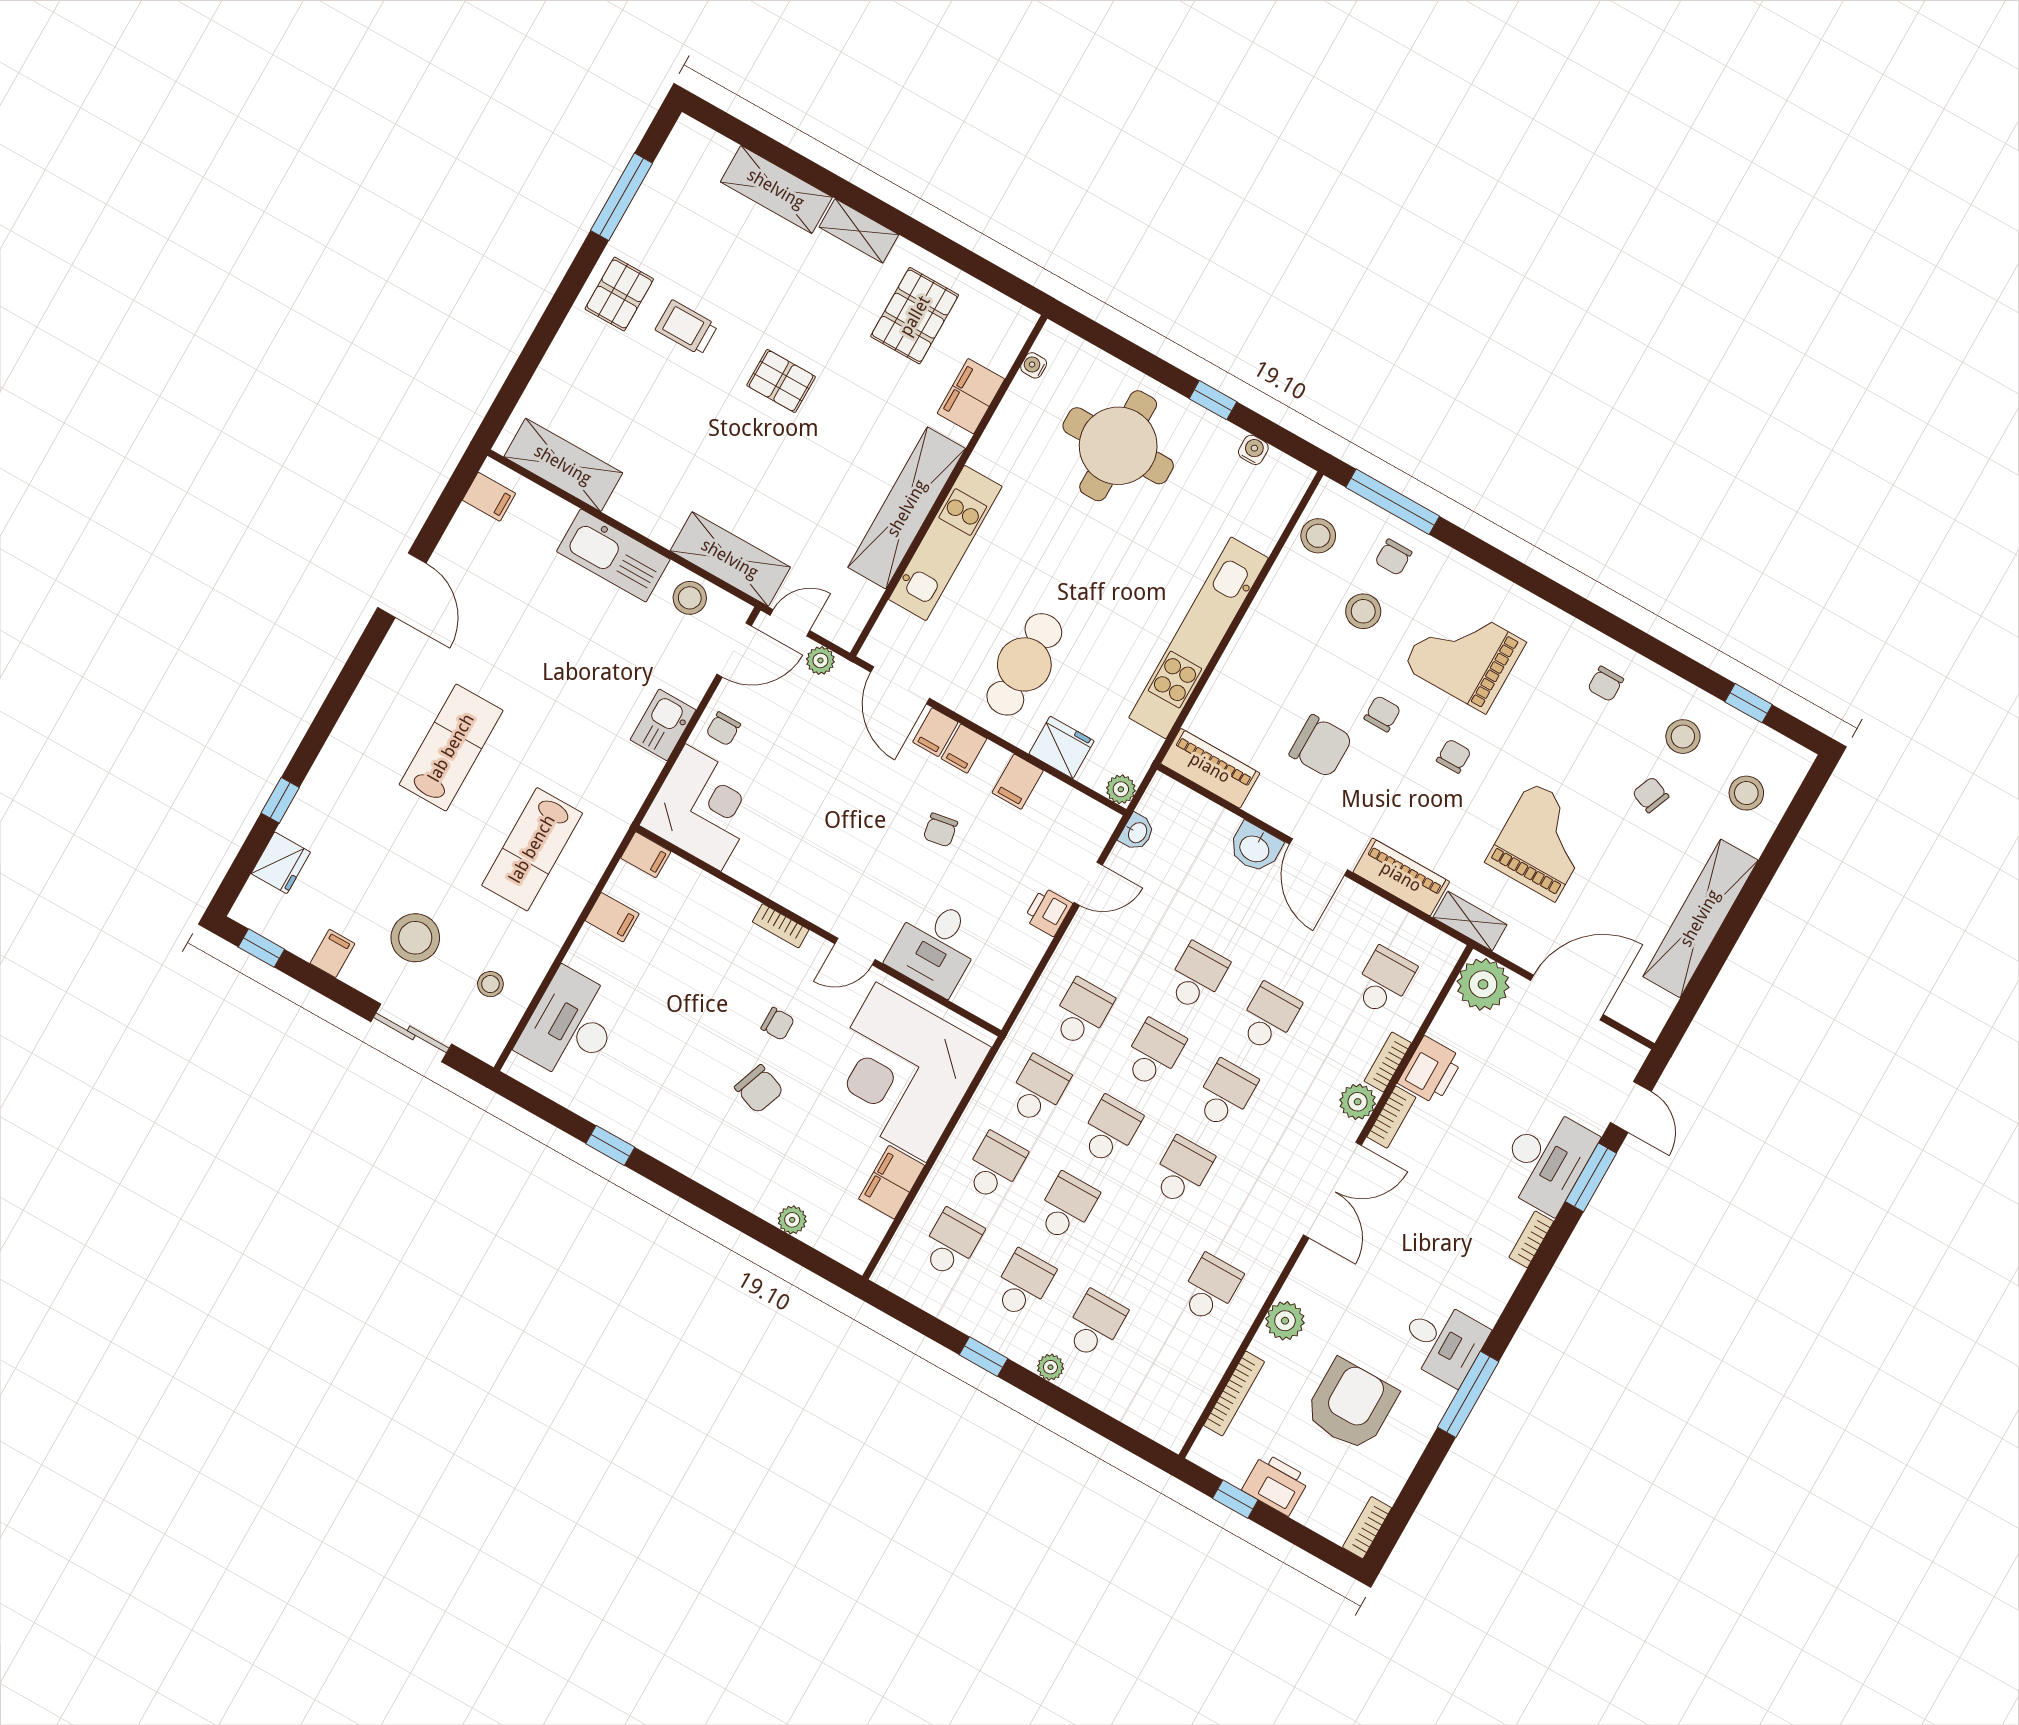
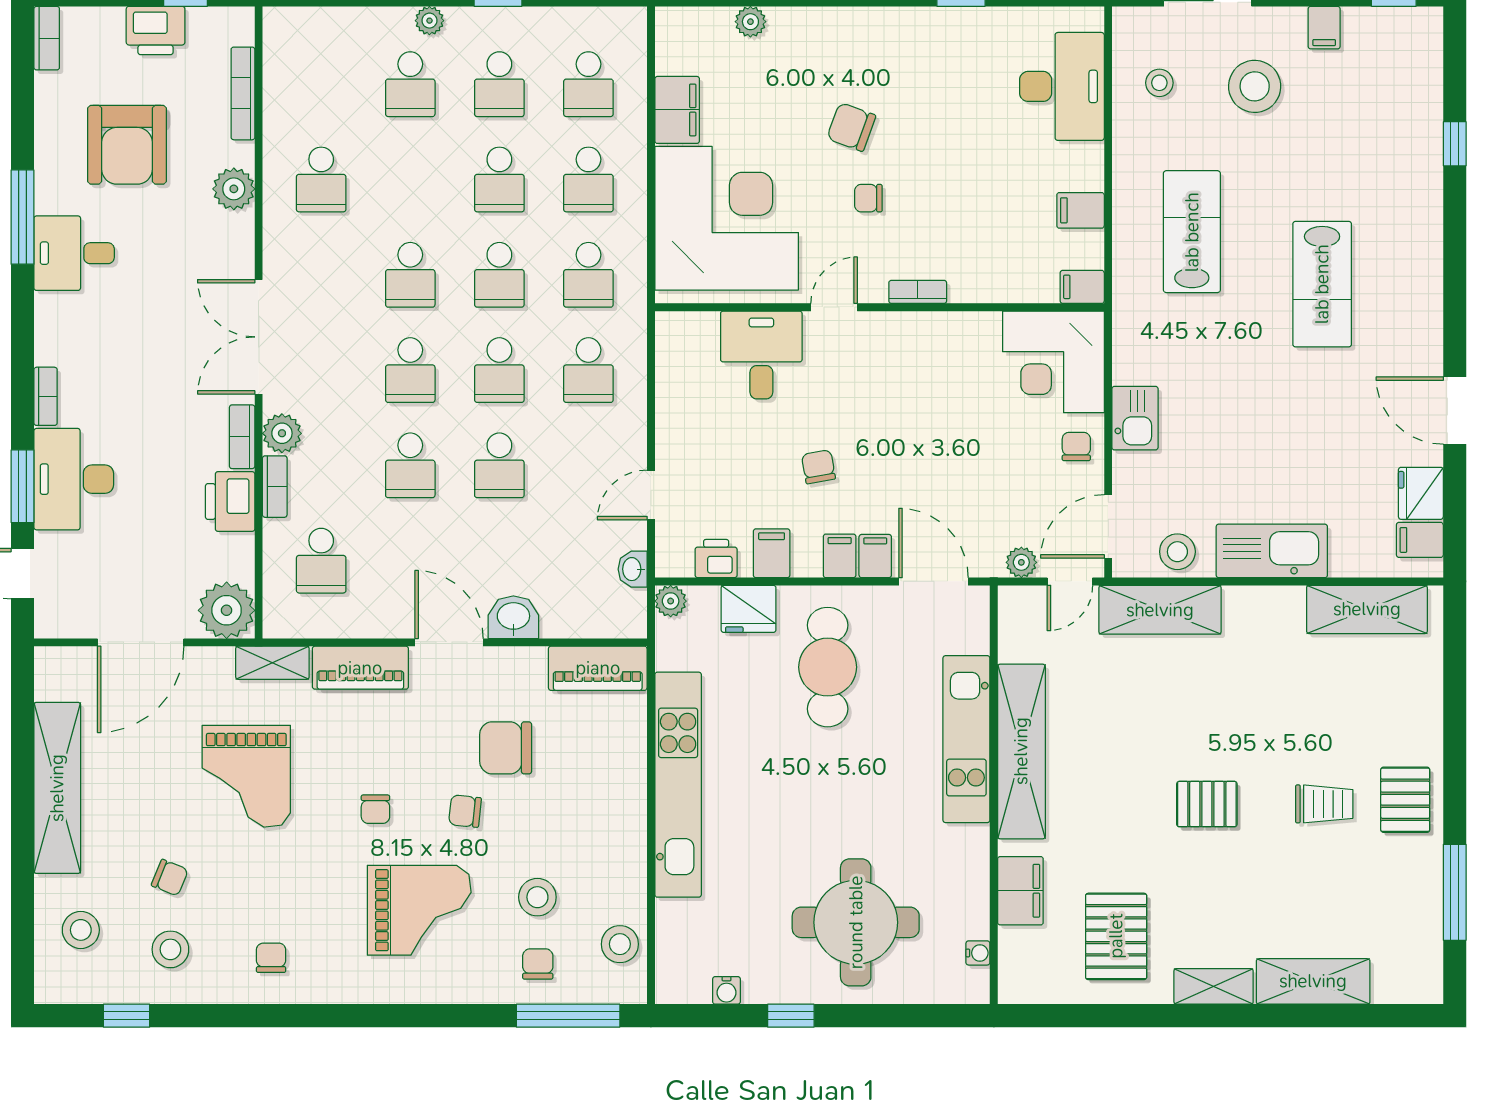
chair: (1382, 714) -> (465, 811), turned 96
fridge: (281, 863) -> (1421, 493), moved
printer: (1048, 912) -> (716, 559), moved, turned -90

